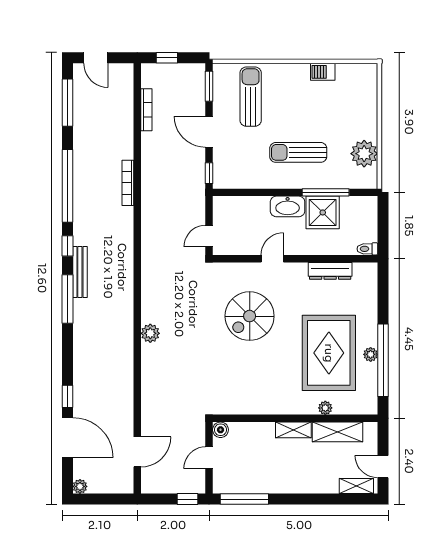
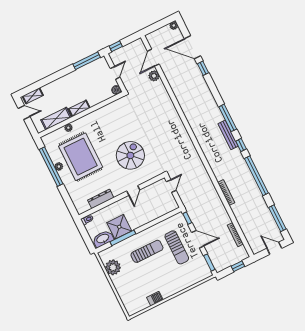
sun lounger: (251, 97) -> (177, 247), moved
washbasin: (288, 206) -> (103, 239), moved
plant: (150, 333) -> (154, 76), moved

